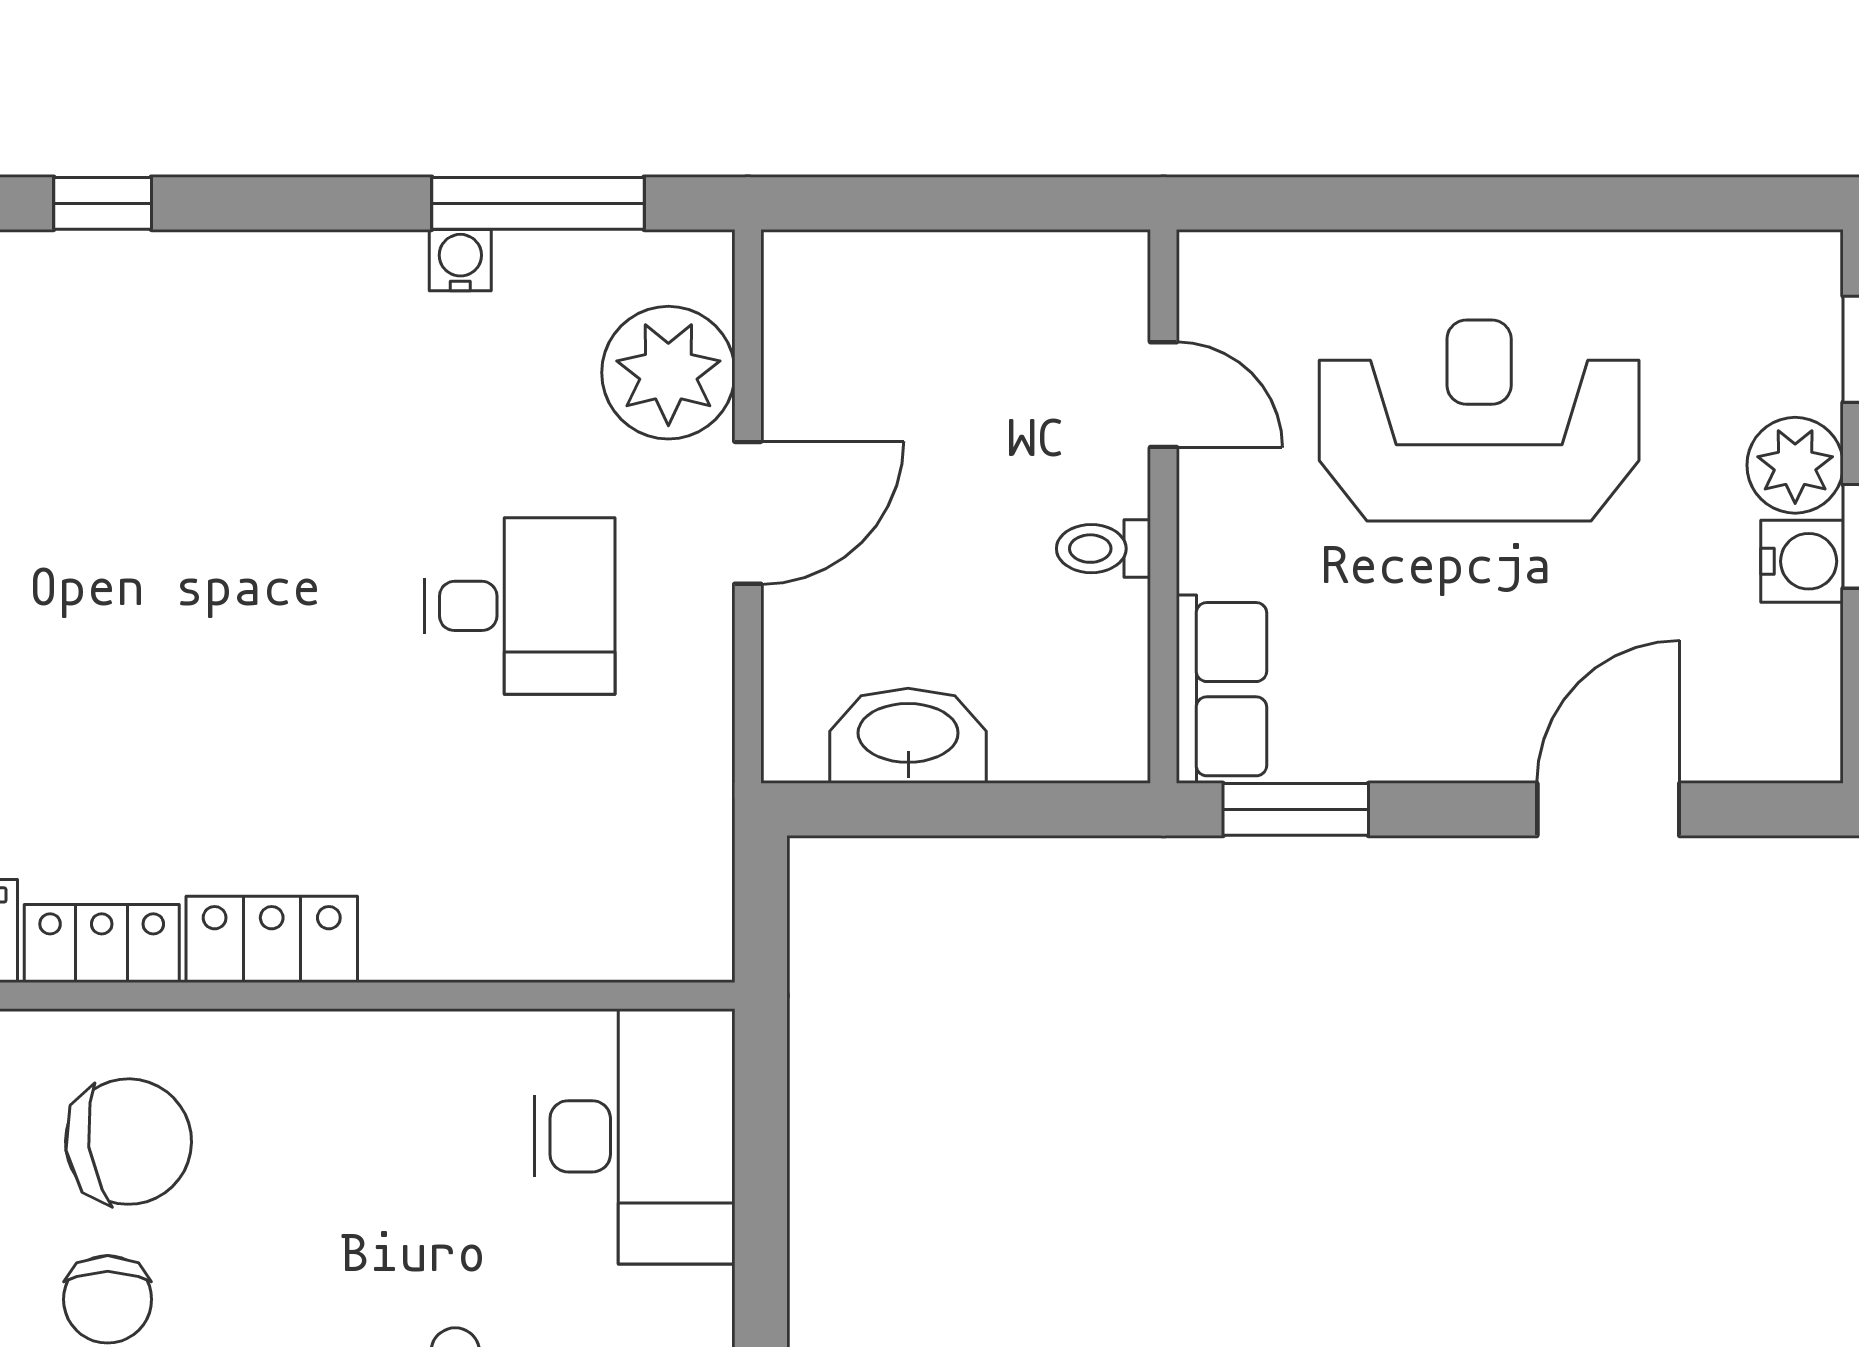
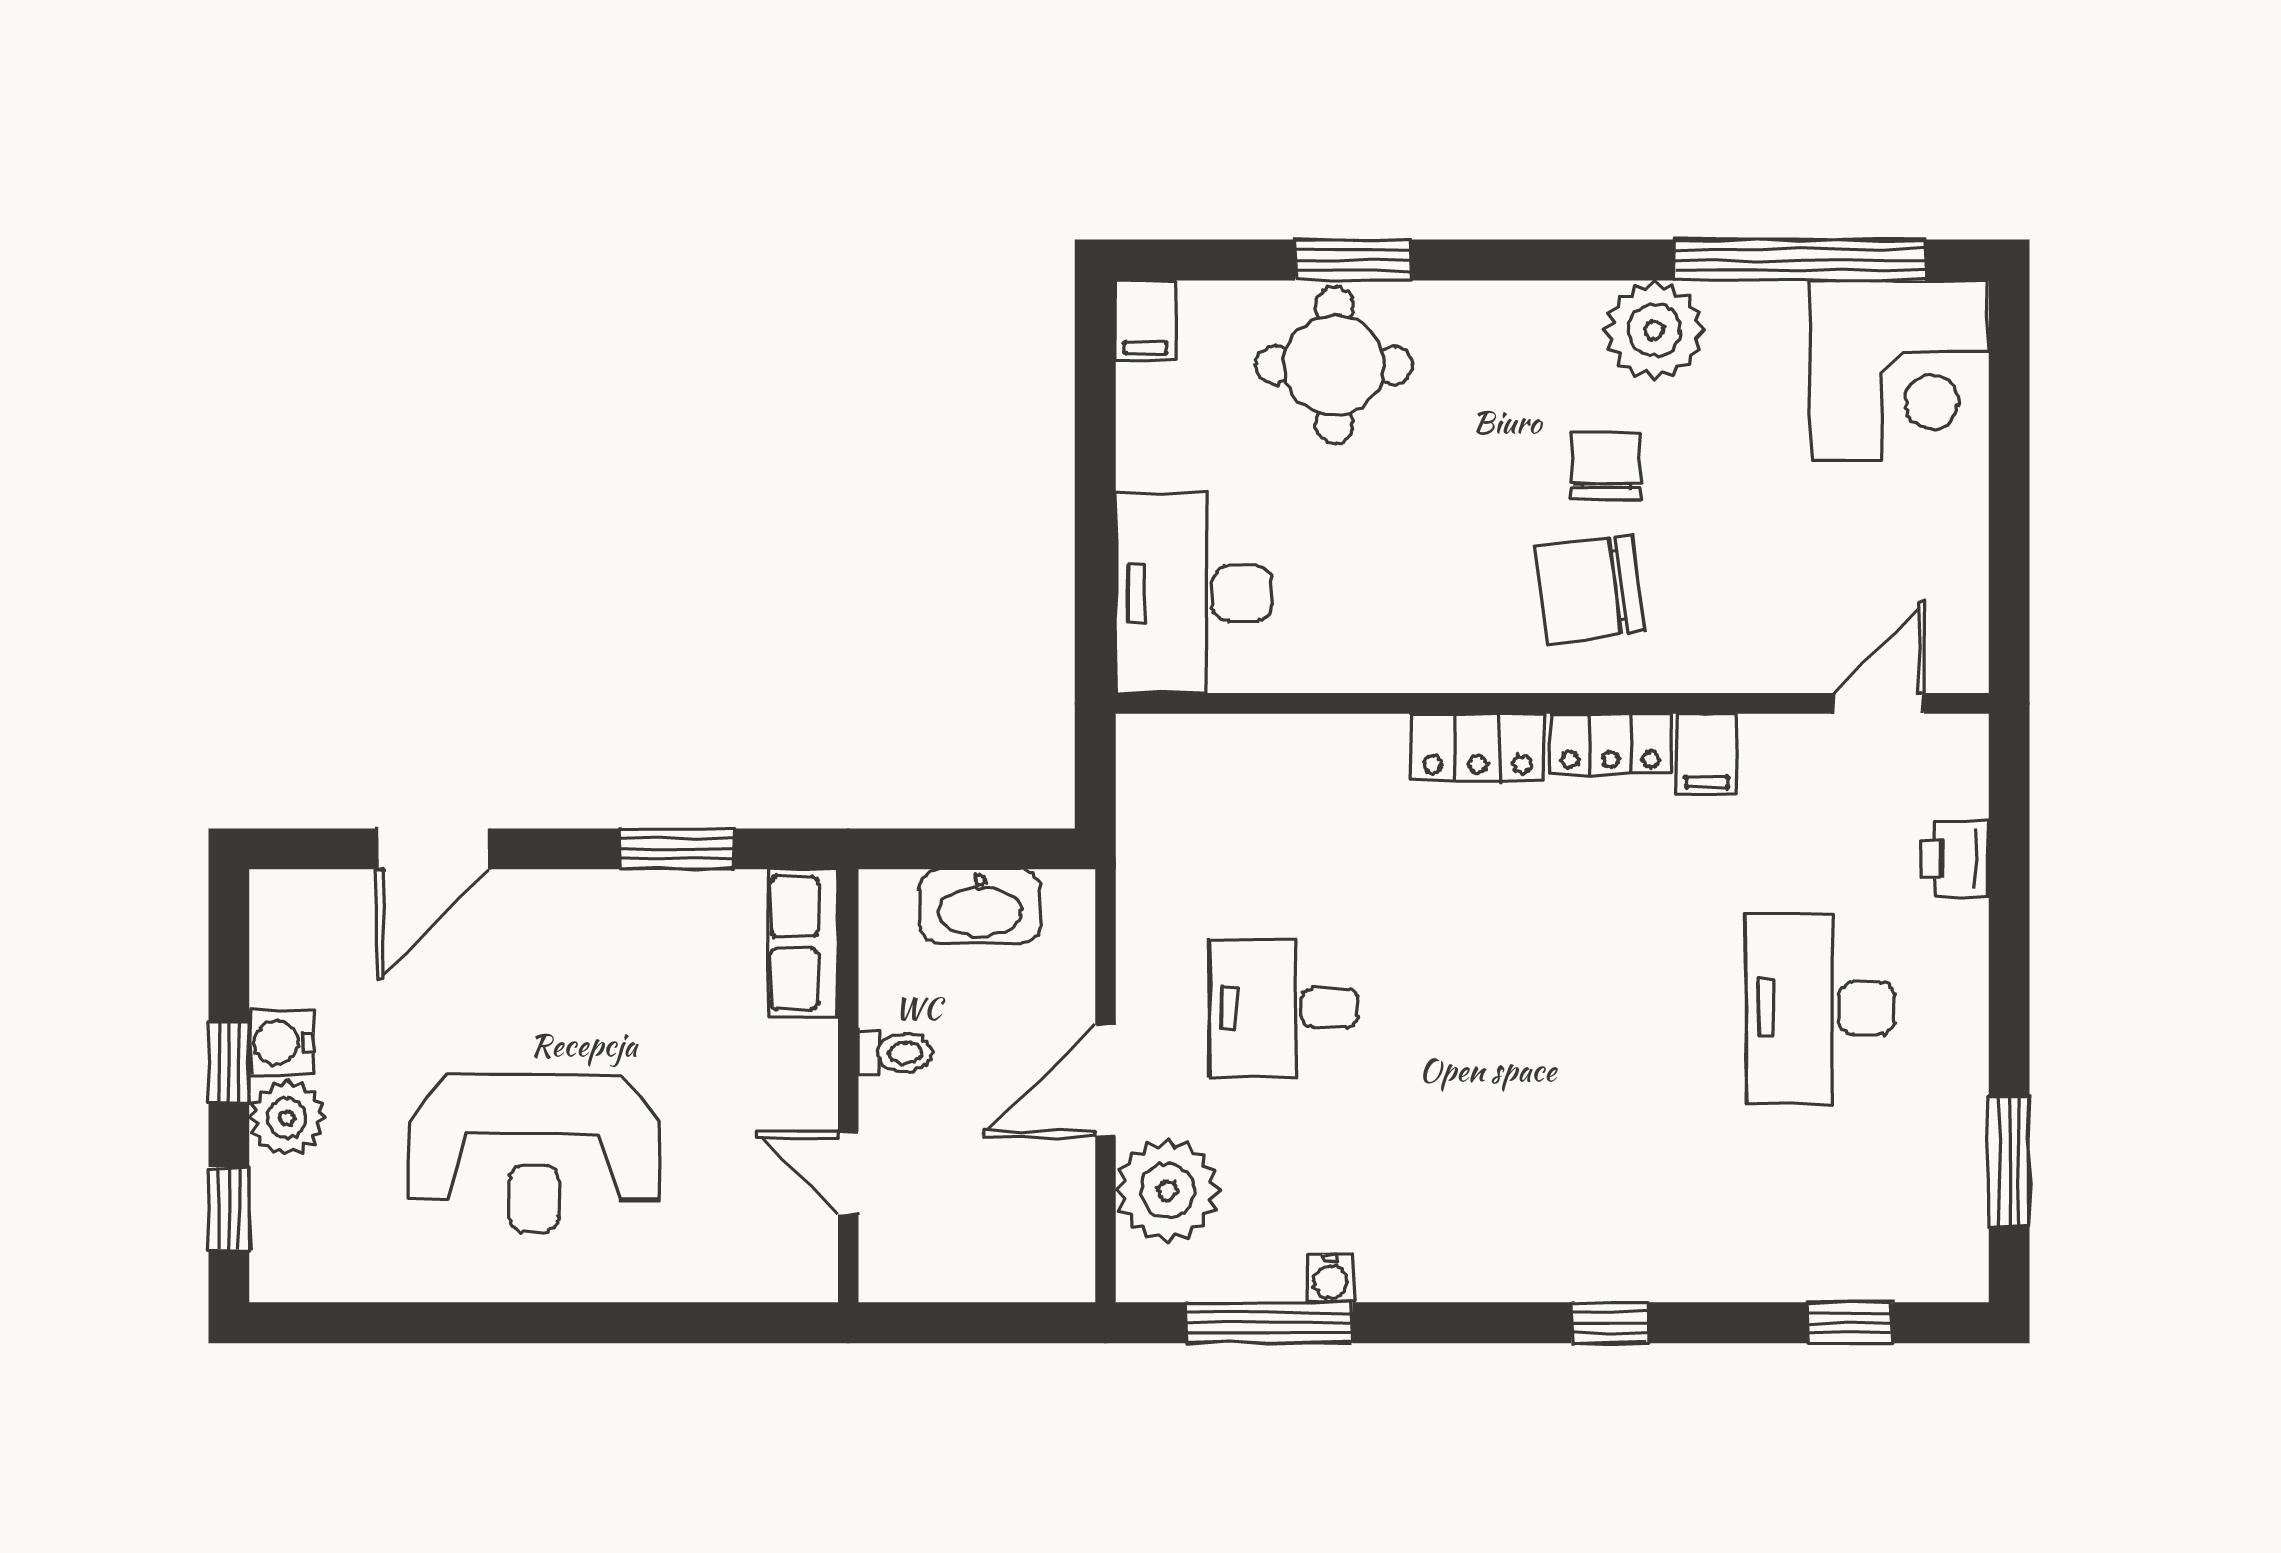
door: (1163, 395) -> (848, 1173), moved
wall: (1163, 506) -> (848, 1086), moved
toilet: (1103, 549) -> (895, 1053), moved
row of seats: (1222, 689) -> (803, 943), moved

